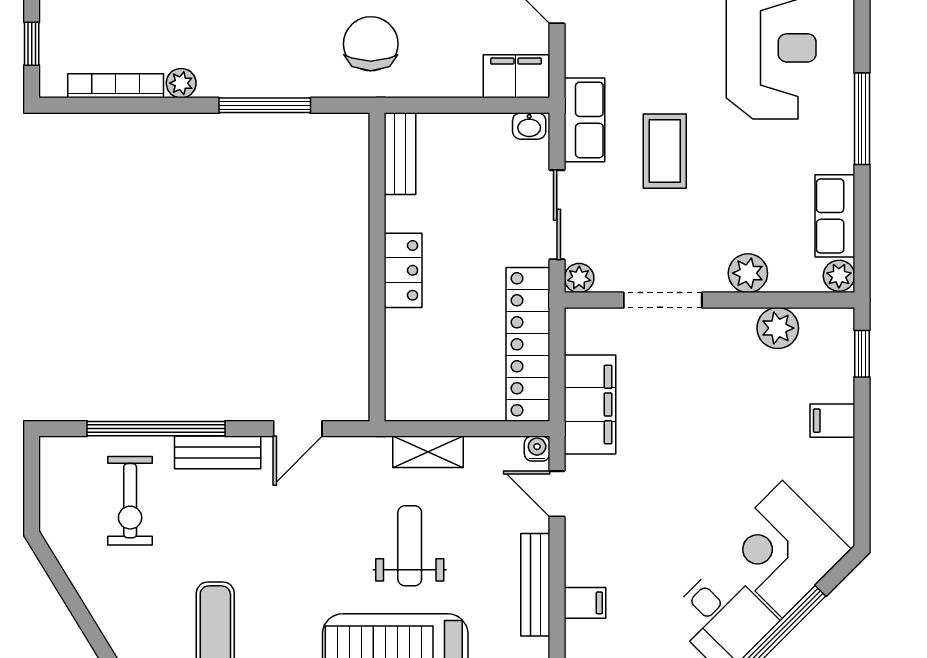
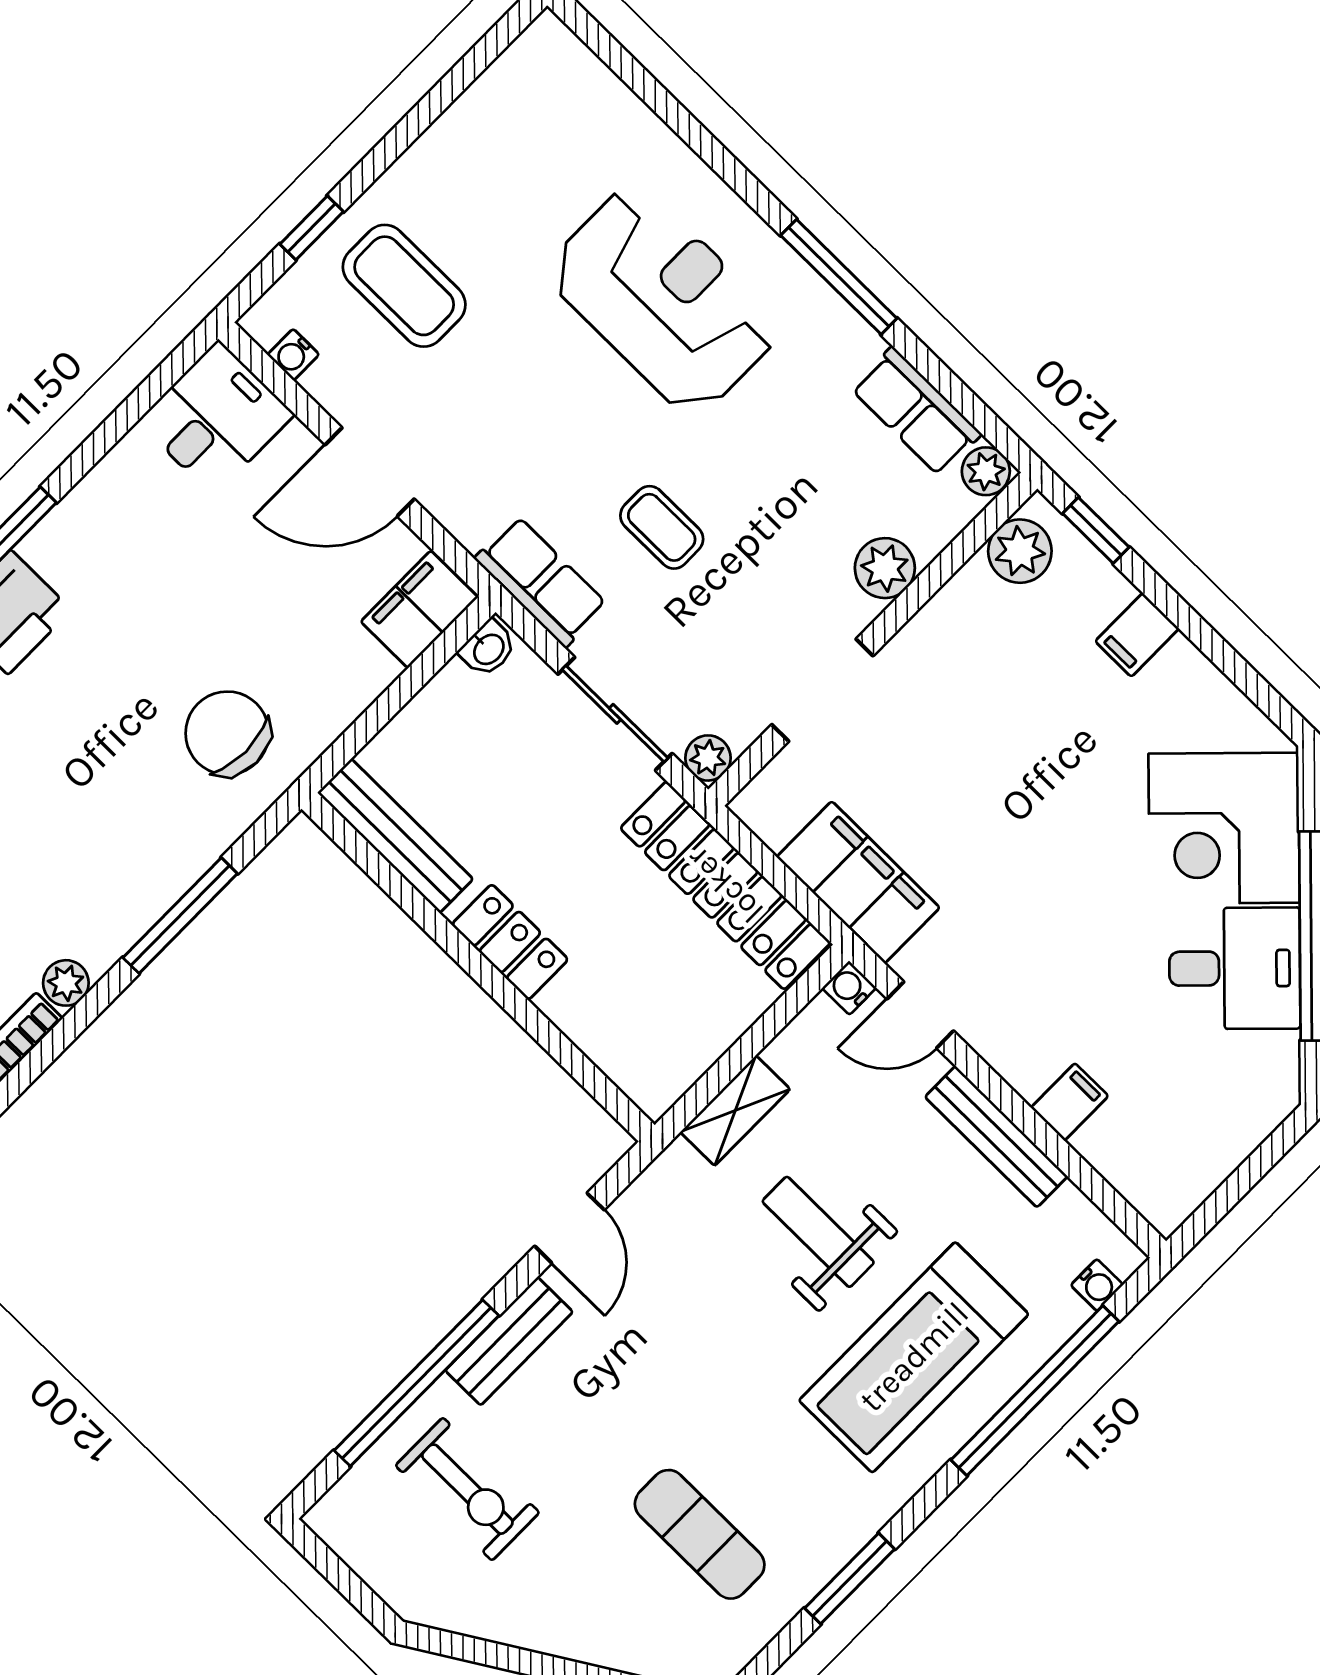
coffee table: (665, 151) -> (662, 527), width x0.73, depth x0.77
bench: (400, 154) -> (395, 836), width x1.36
plant: (778, 328) -> (1020, 551), moved

